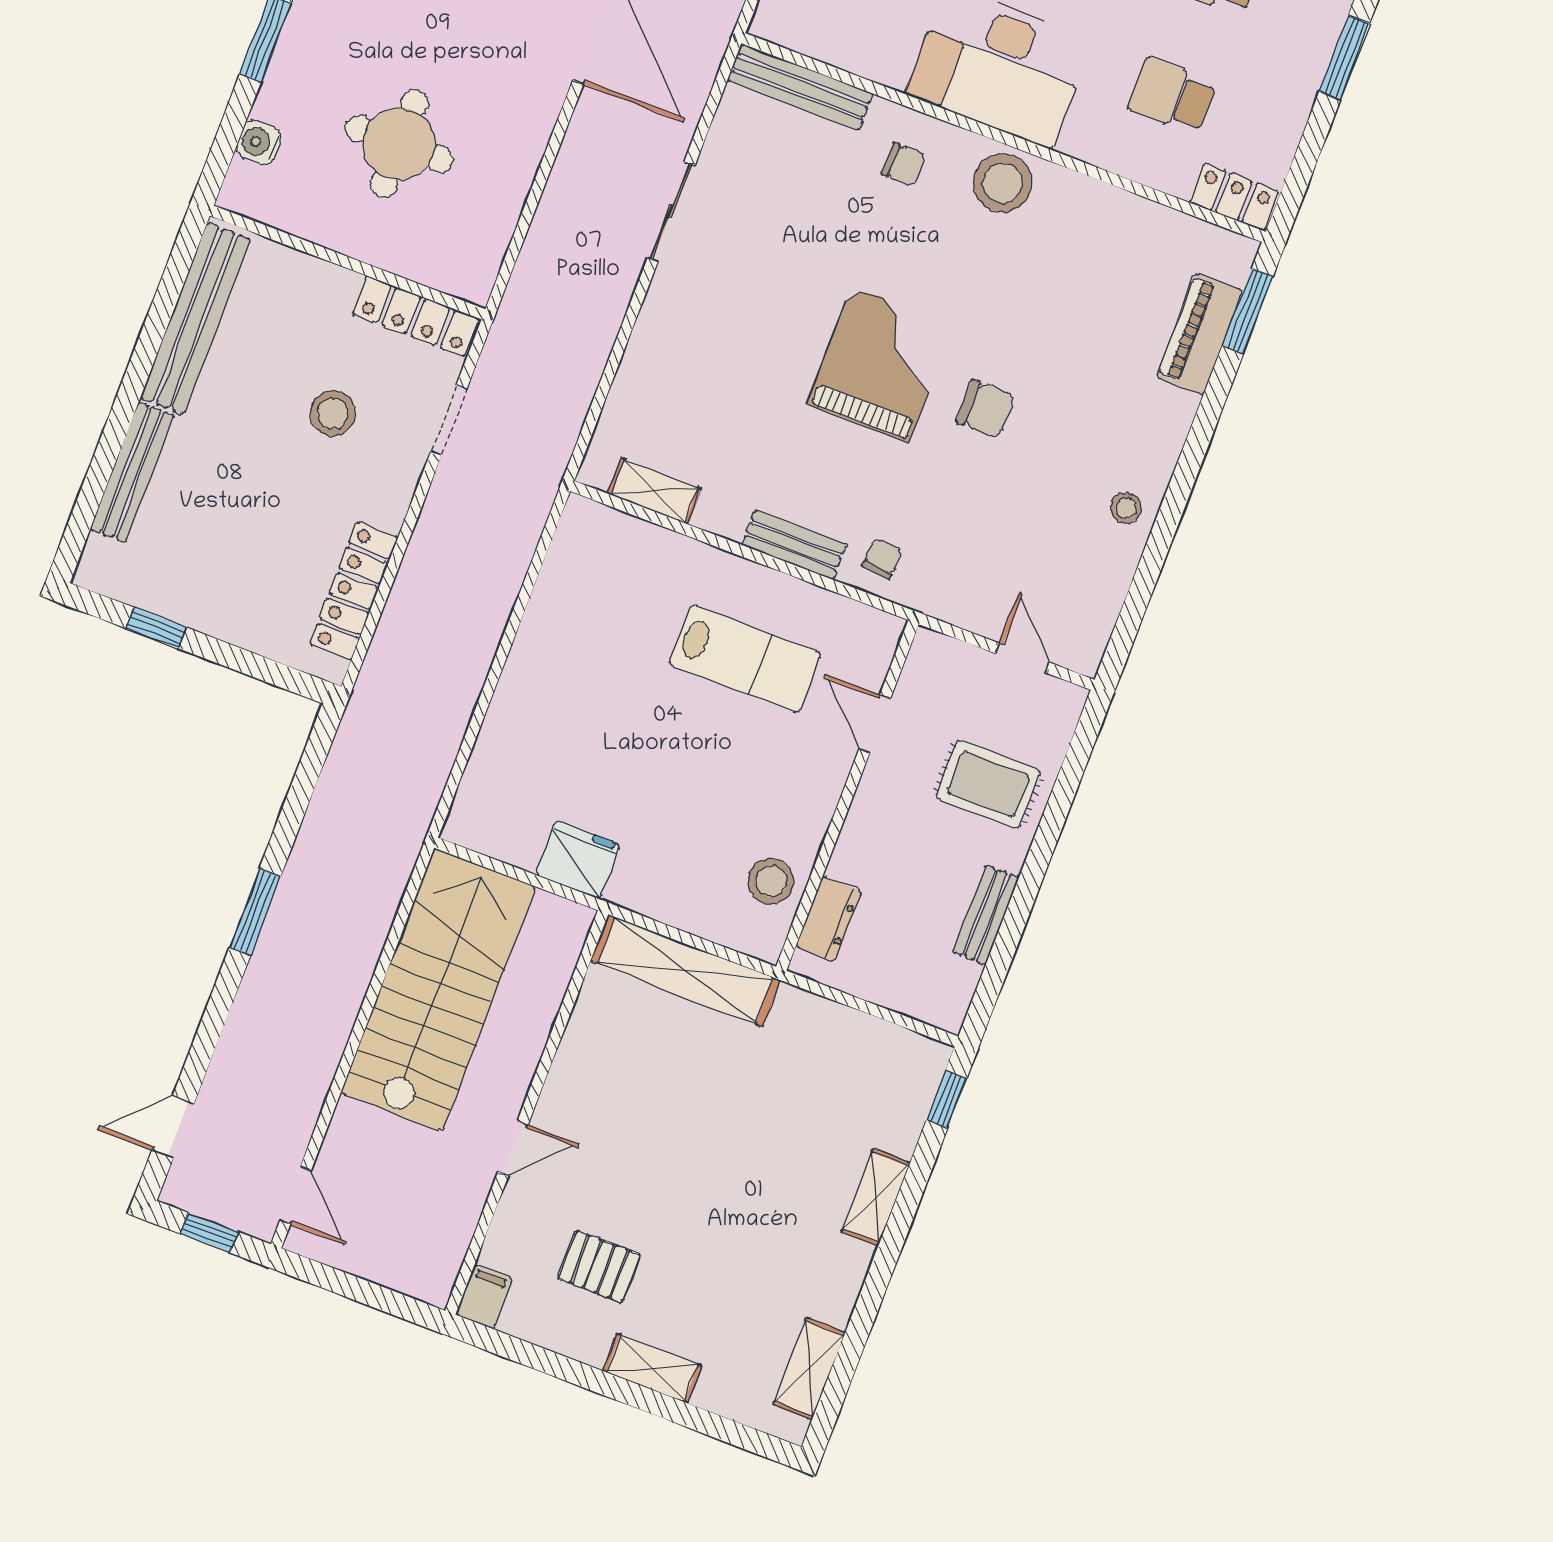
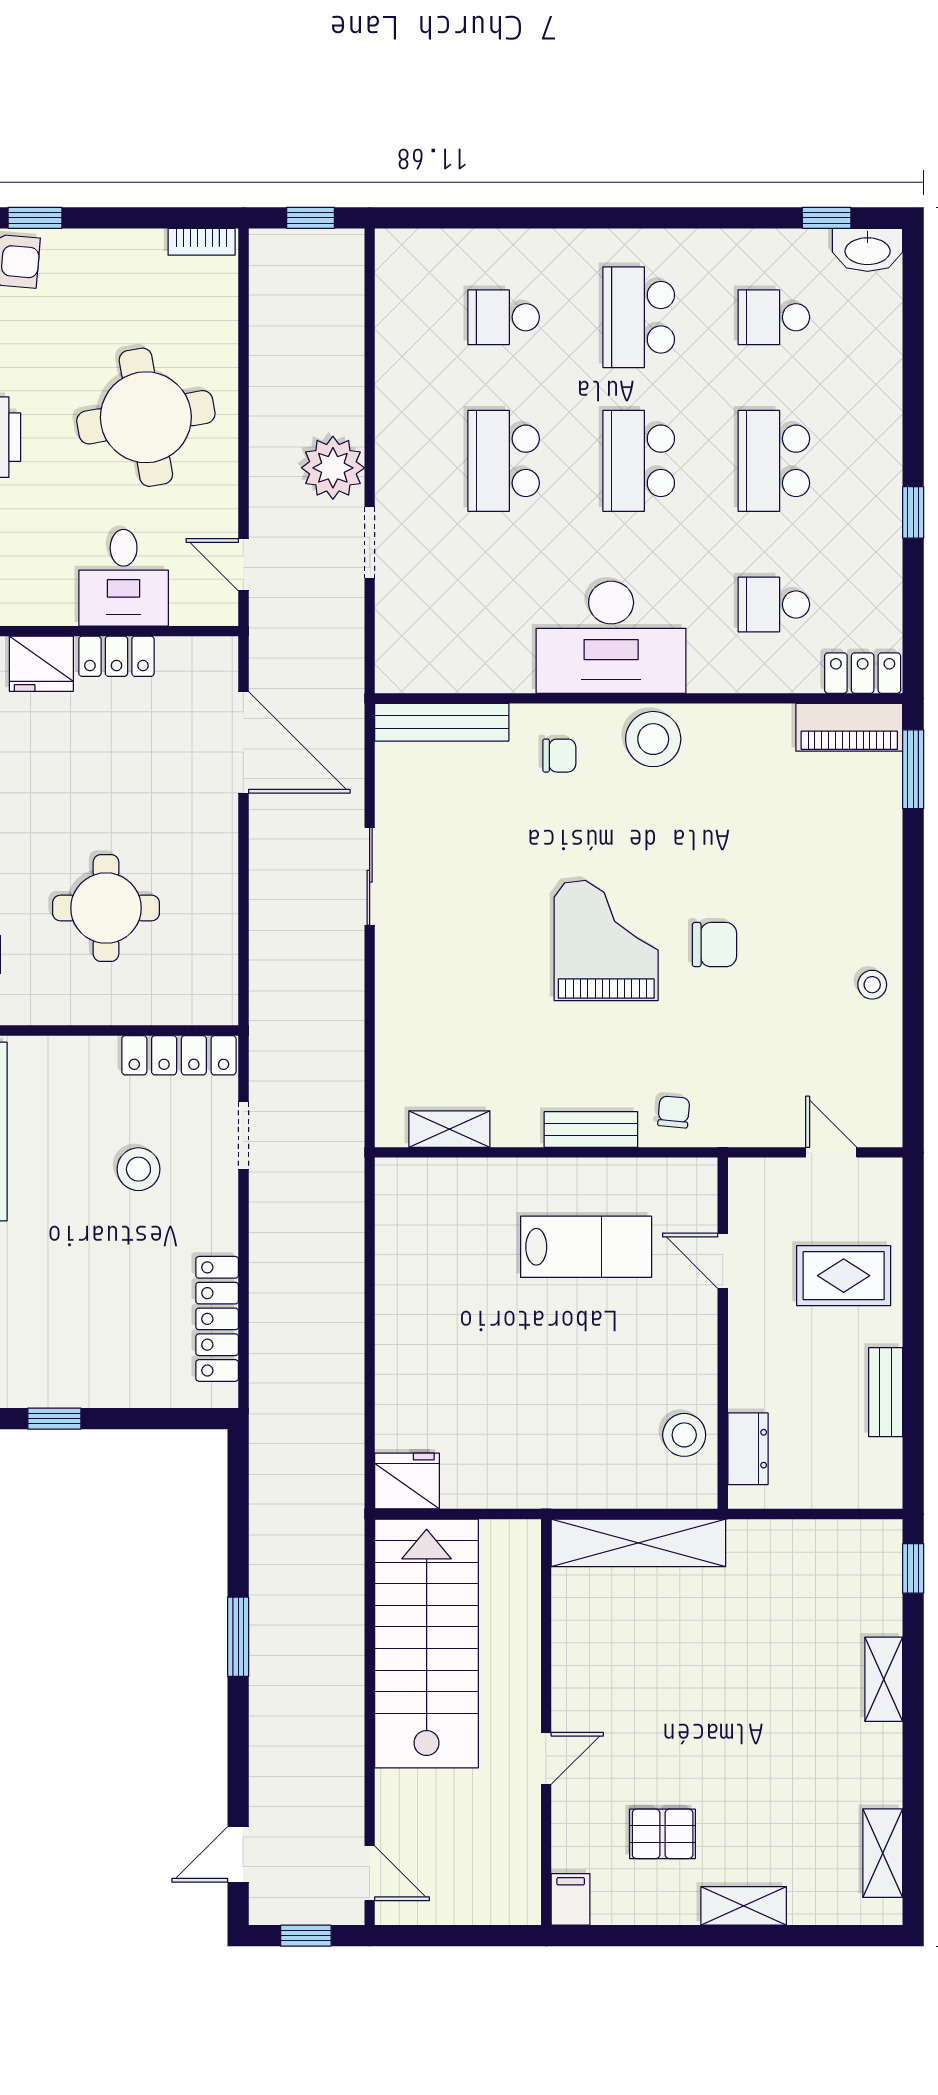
window: (1344, 57) -> (913, 512), width x0.67
piano: (1200, 334) -> (849, 727), moved, turned -90
fridge: (578, 860) -> (407, 1481), moved

